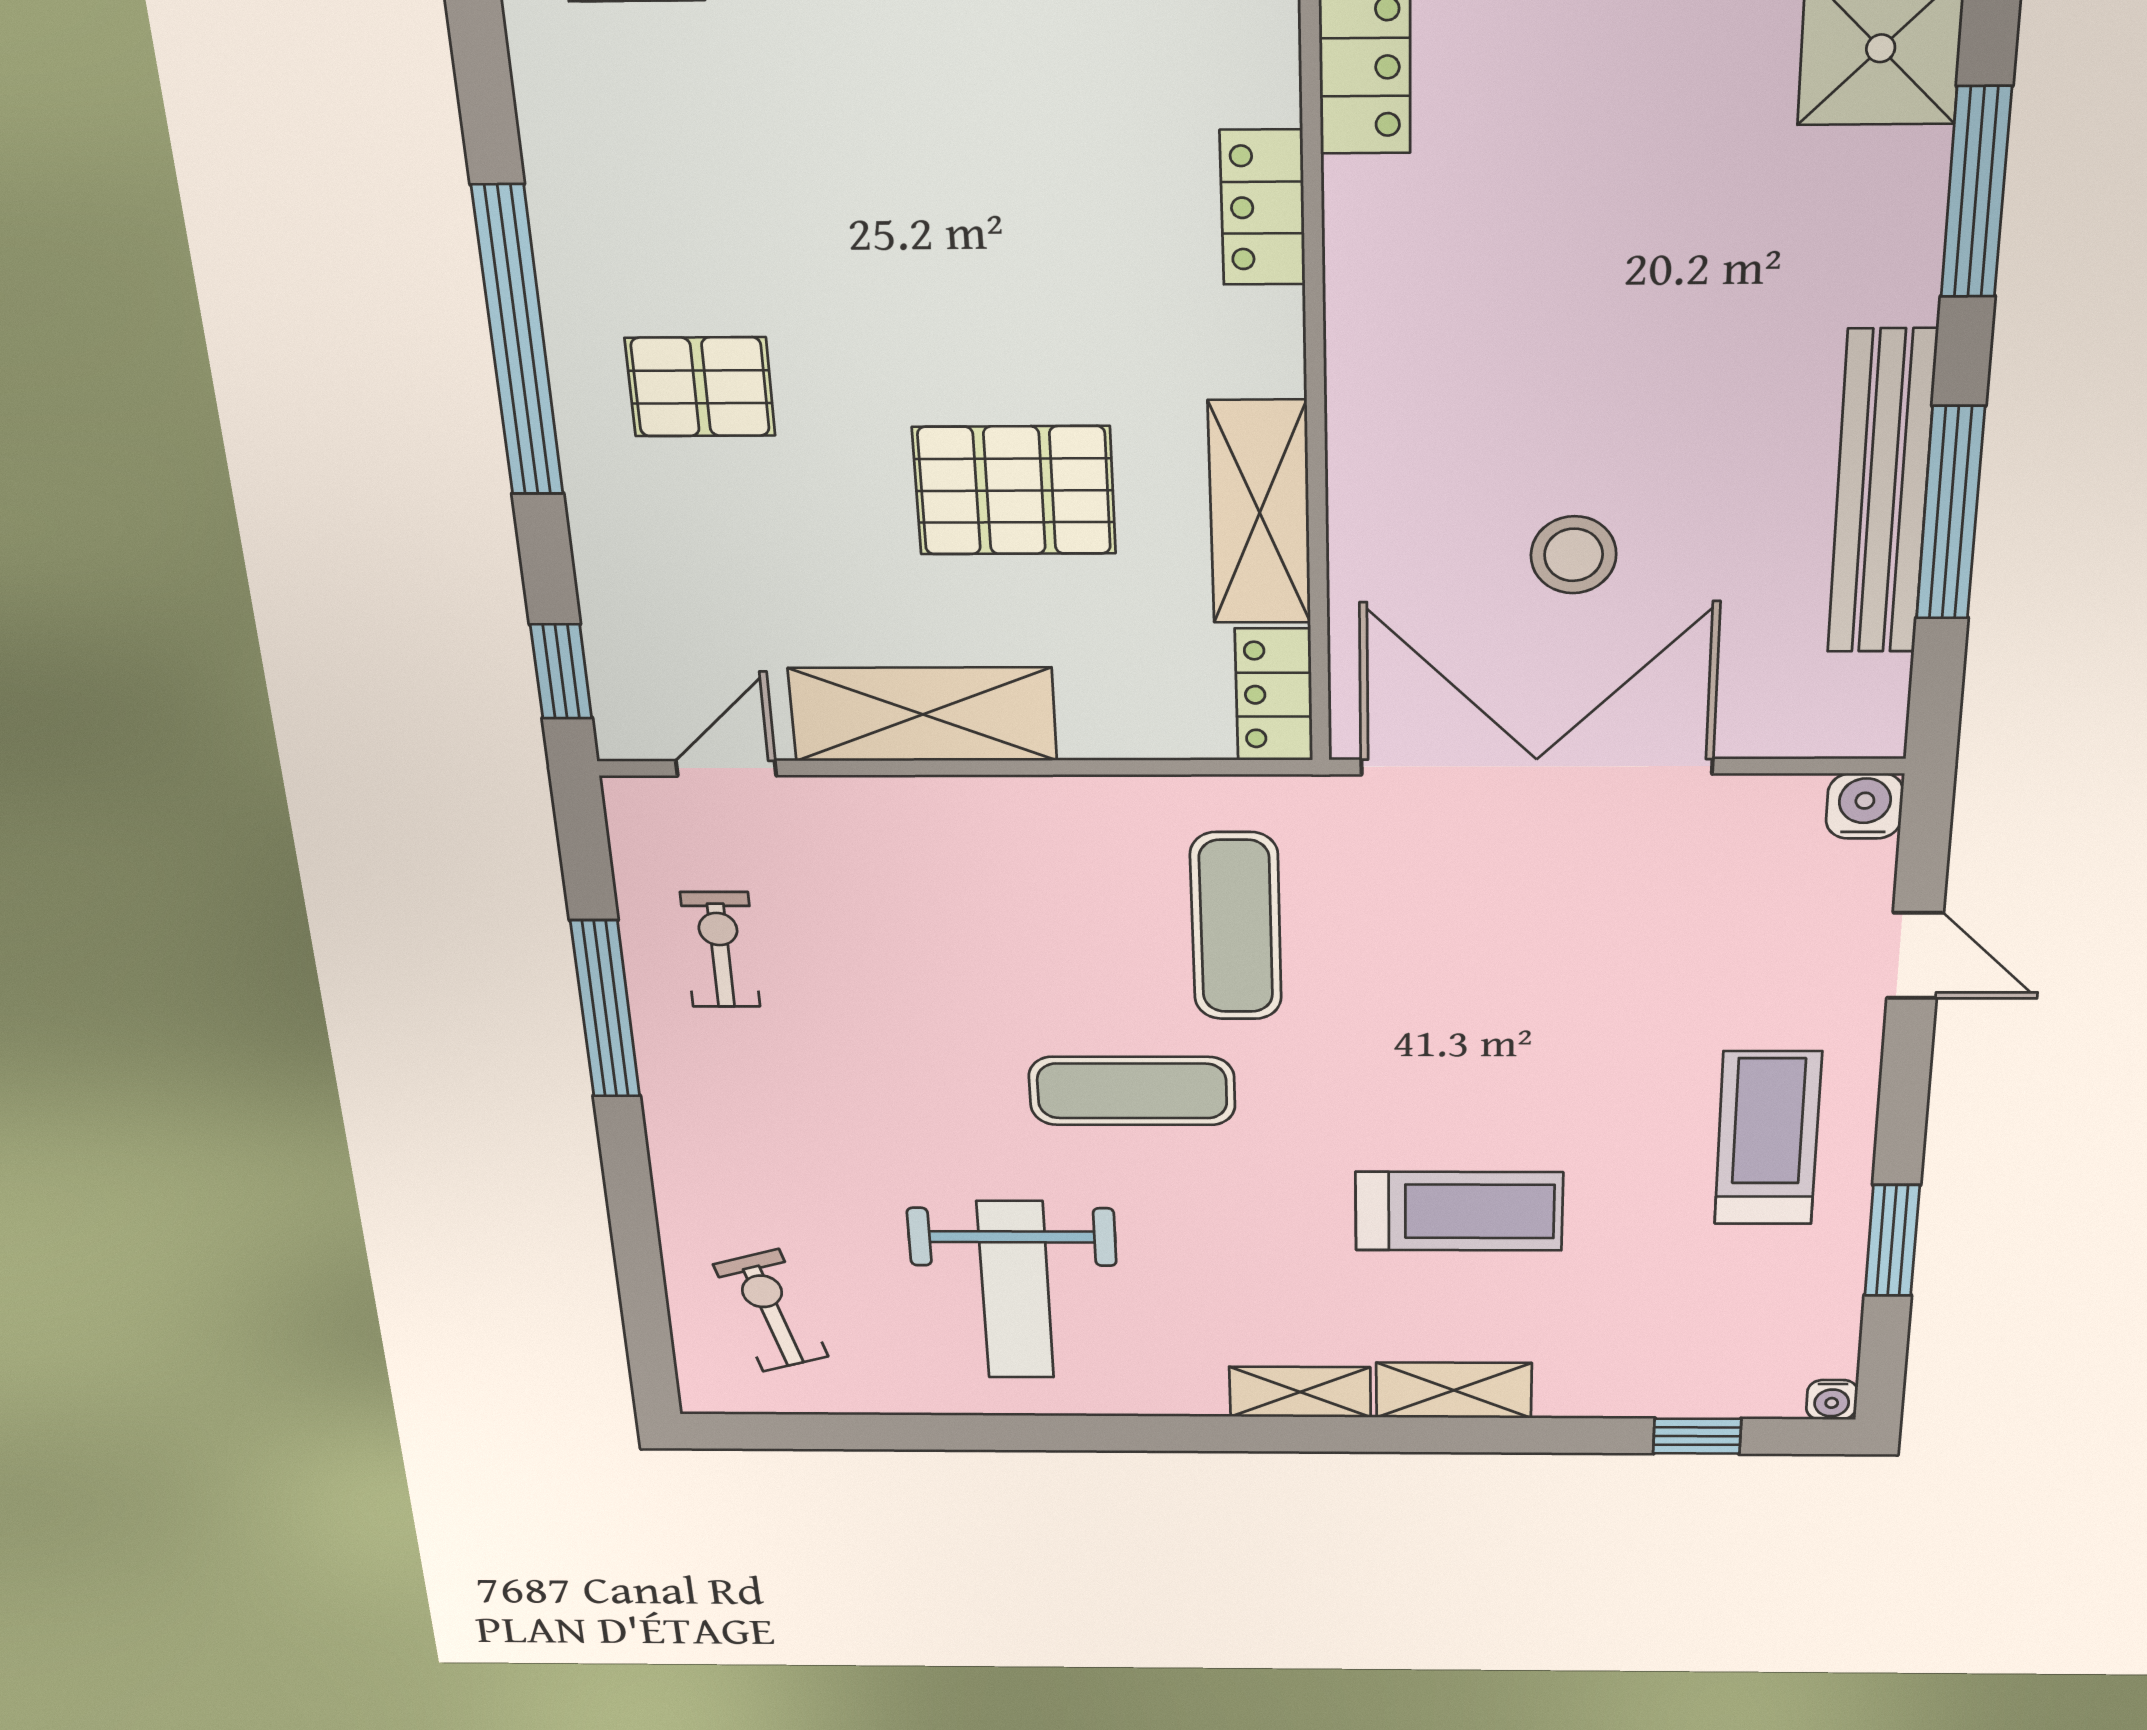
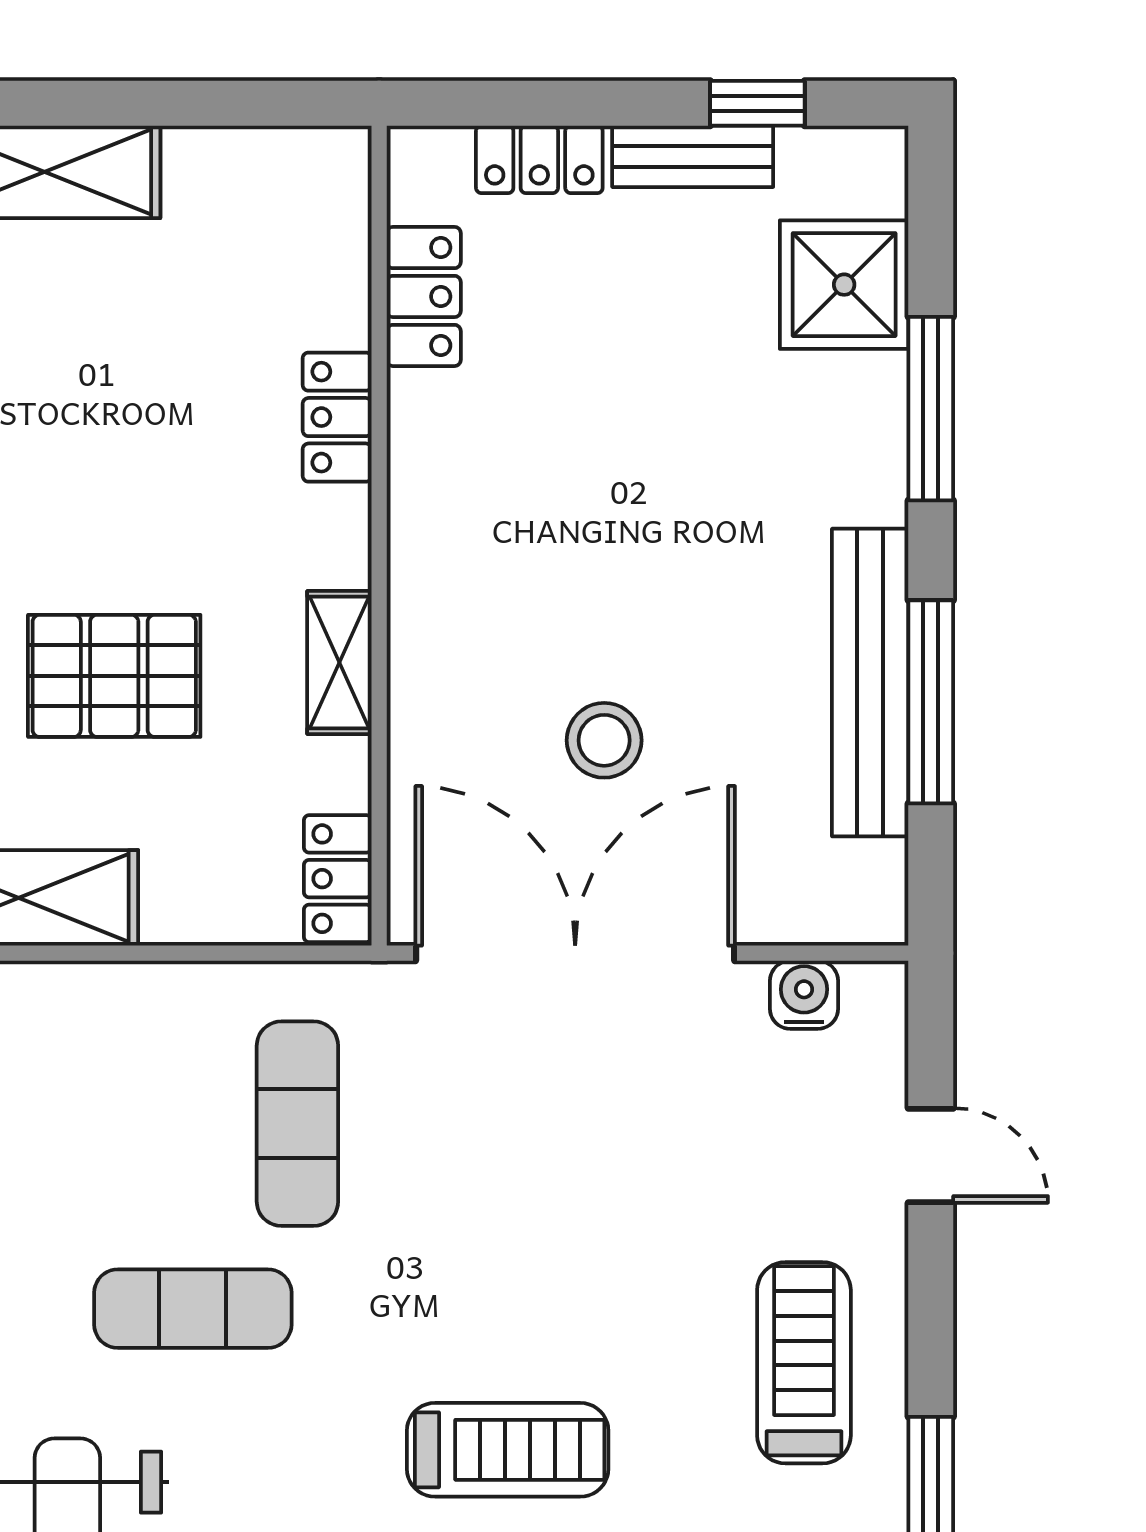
shelving: (1260, 513) -> (339, 663), width x0.67, depth x0.75
water cooler: (1865, 806) -> (804, 995), moved

